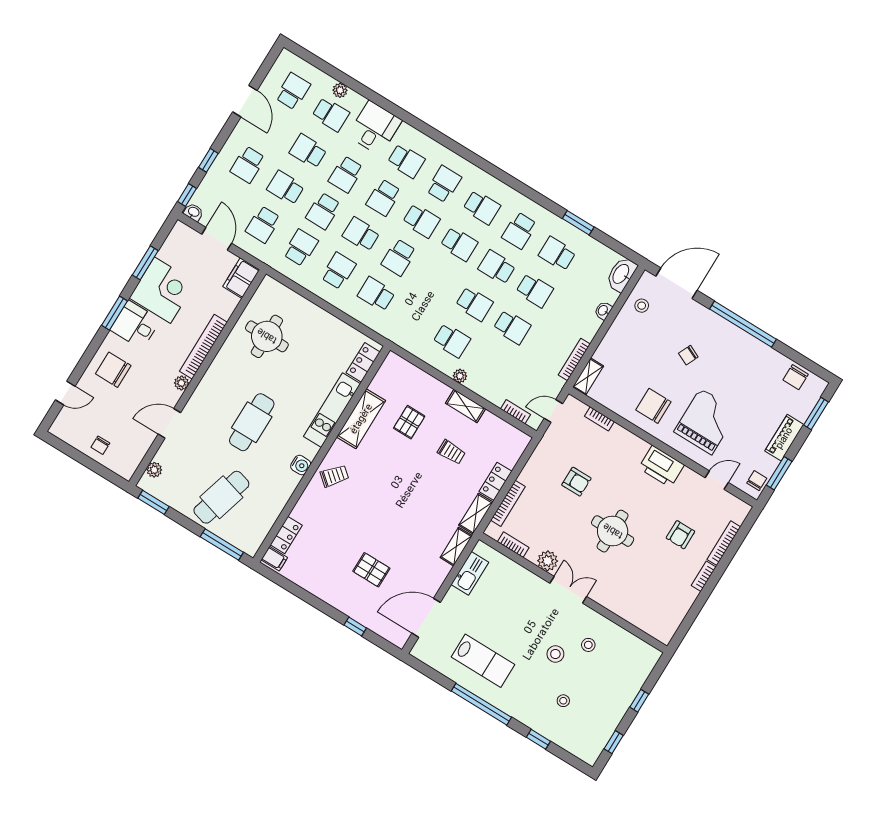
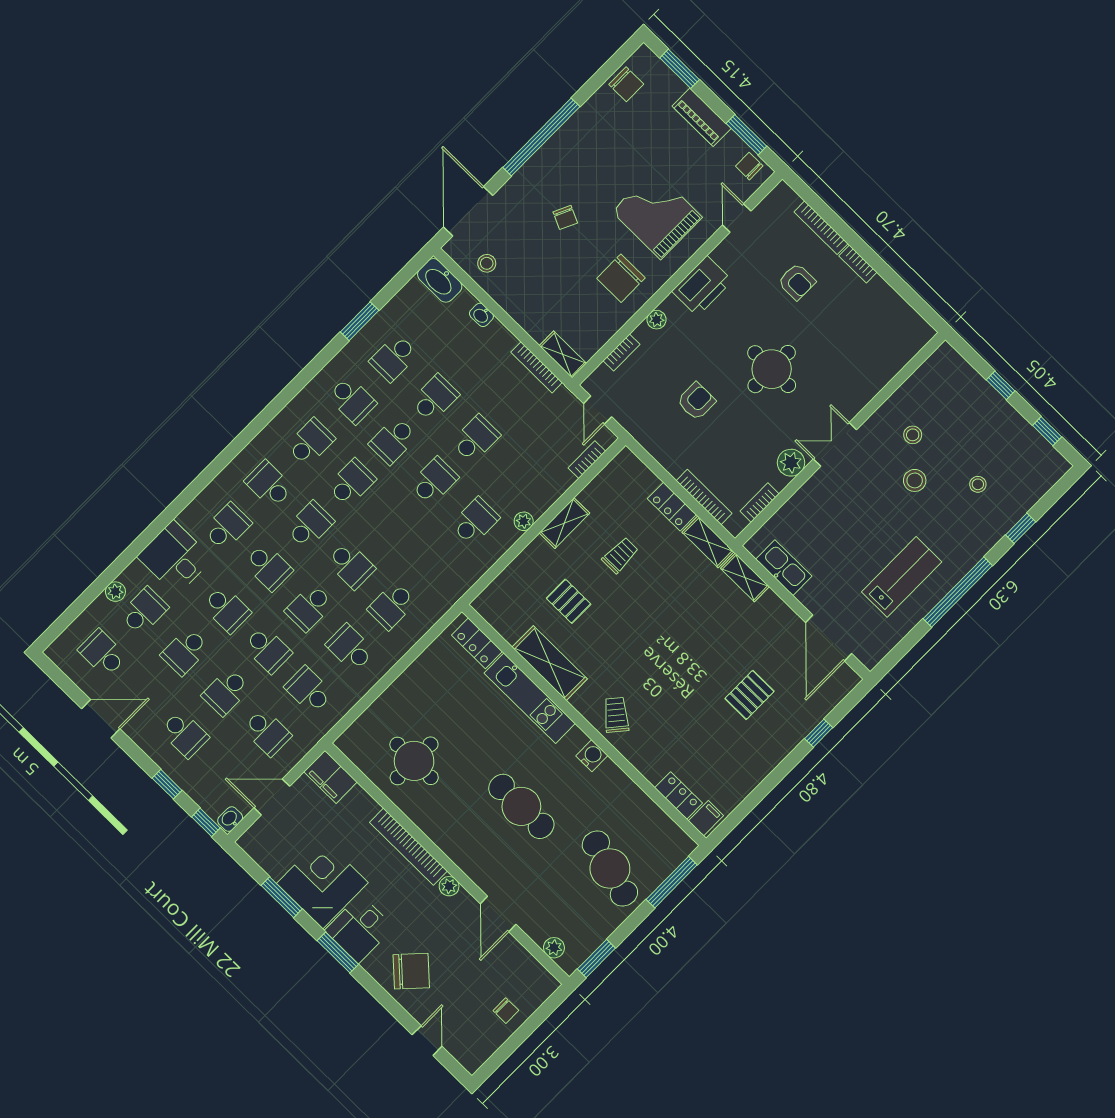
chair: (113, 370) -> (411, 971), turned -137
plant: (629, 439) -> (657, 320), added

